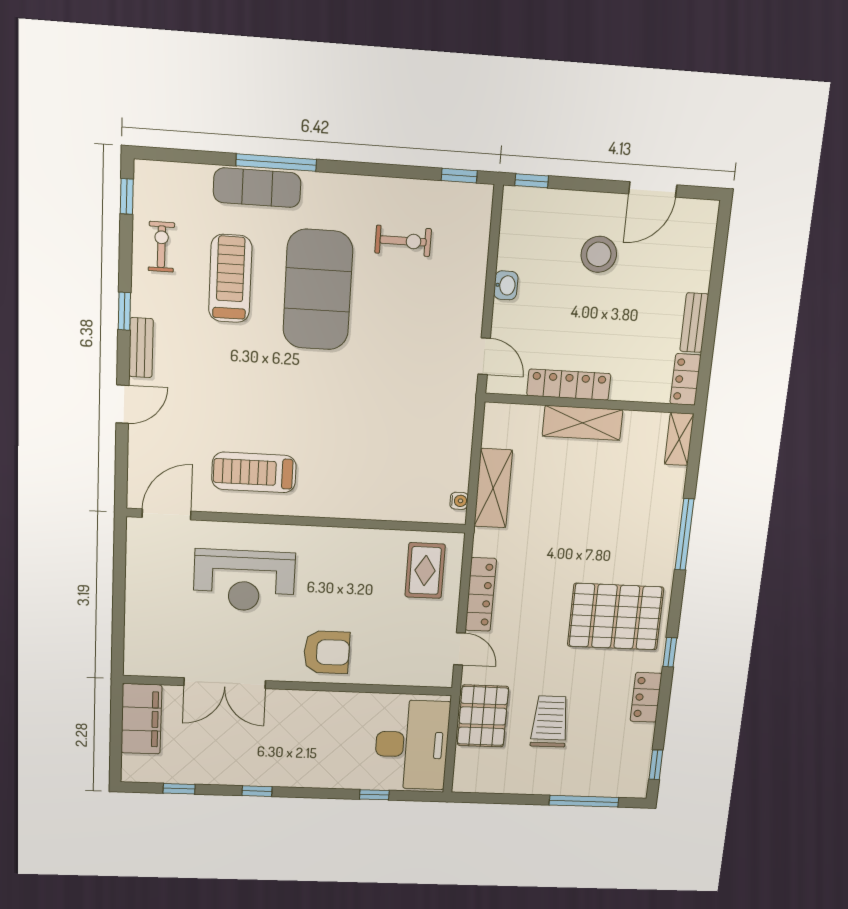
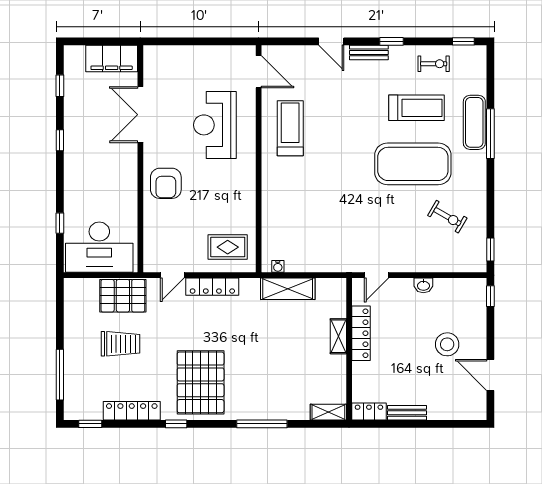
exercise bike: (403, 241) -> (447, 217), turned -60
shelving: (583, 423) -> (338, 336), width x0.67, depth x0.75
locker: (646, 697) -> (132, 411), width x1.53

